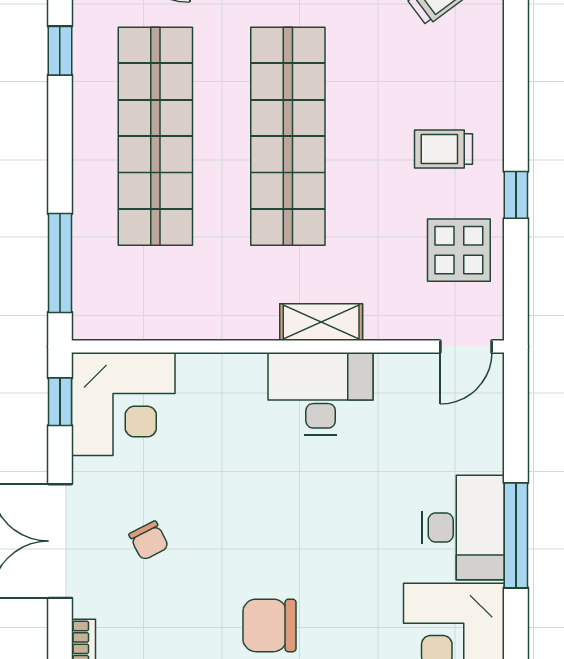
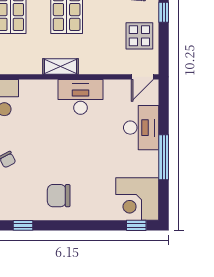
shelving: (321, 322) -> (61, 66), moved
desk: (463, 527) -> (141, 128), moved

